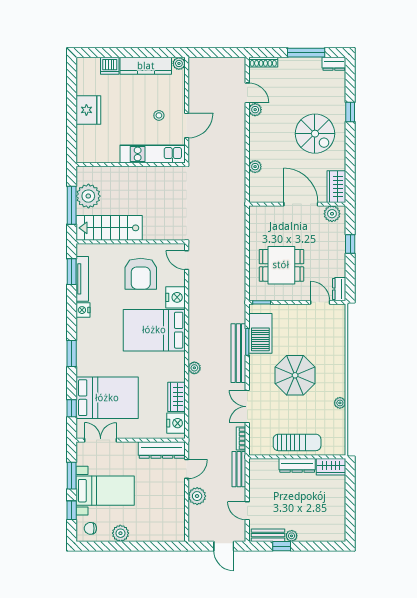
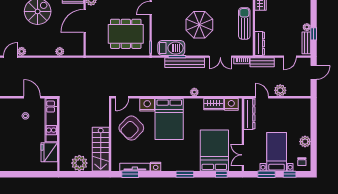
fridge: (88, 110) -> (49, 152), moved, turned -90
window: (72, 205) -> (86, 174), removed
dining table: (281, 265) -> (126, 34), width x1.38
armchair: (141, 274) -> (131, 128), turned 135
dresser: (297, 465) -> (260, 44), moved

